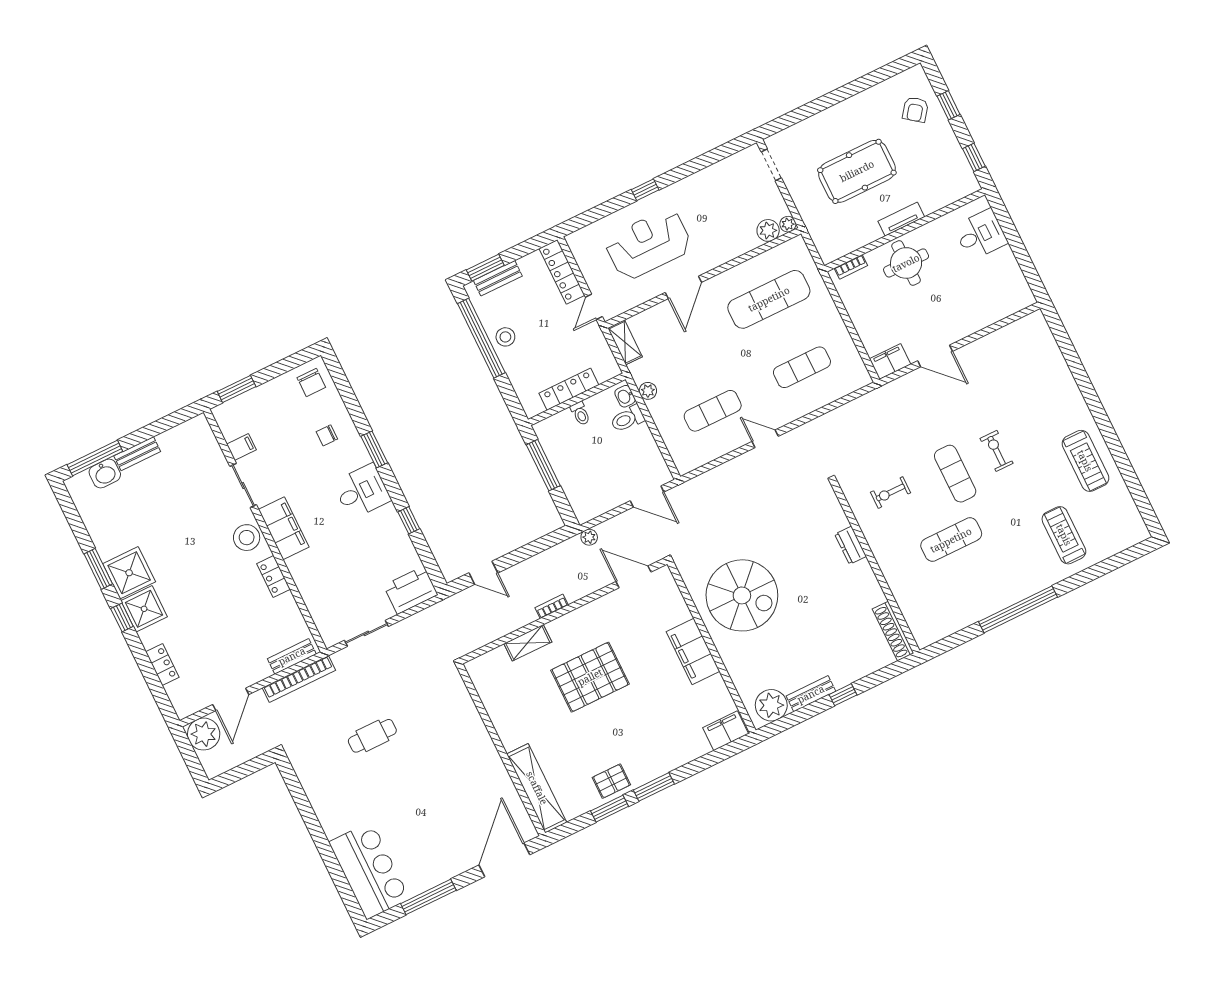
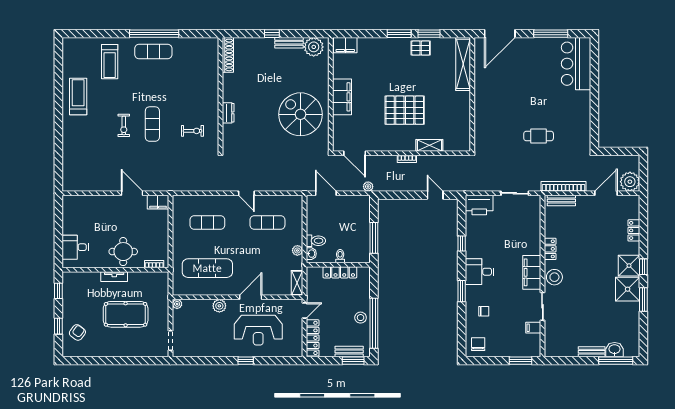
plant: (768, 230) -> (219, 306), moved
exercise mat: (951, 540) -> (153, 51), moved

